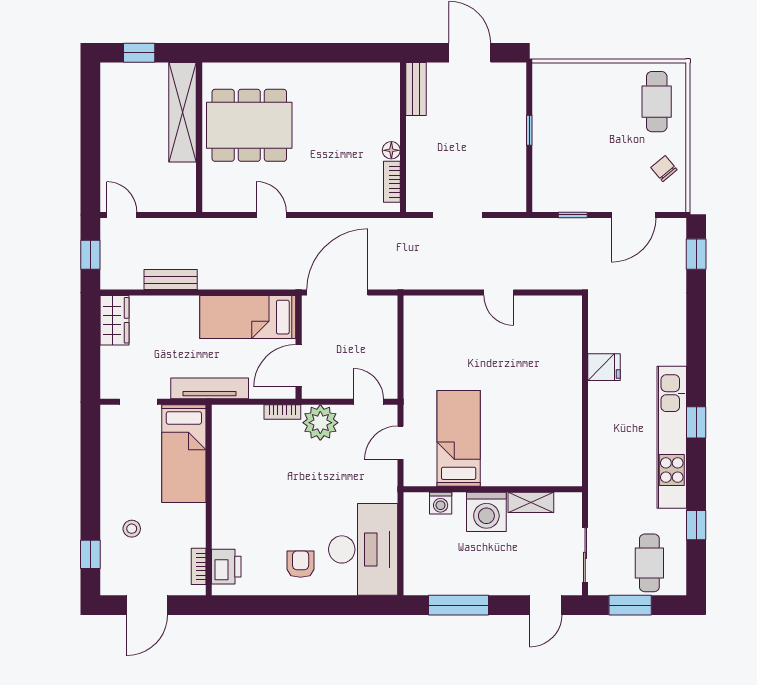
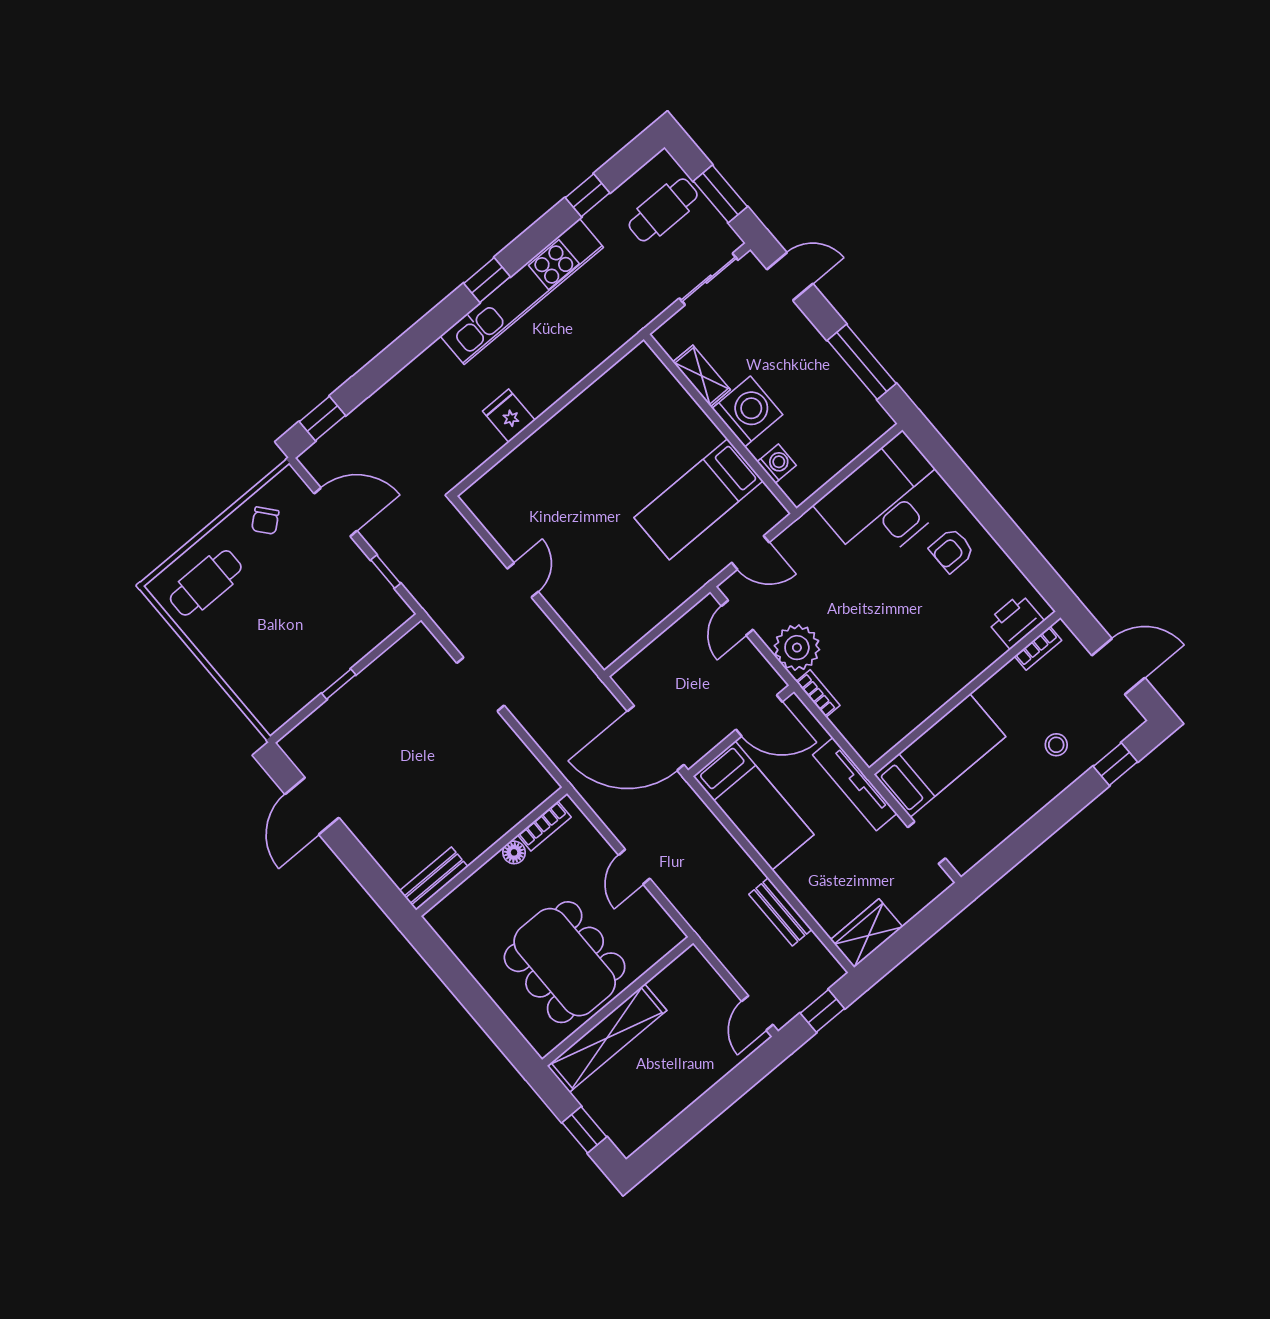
bench: (416, 89) -> (434, 879), moved
wall: (403, 137) -> (492, 852), moved
floor lamp: (391, 150) -> (514, 852), moved
bookcase: (392, 182) -> (544, 826), moved

